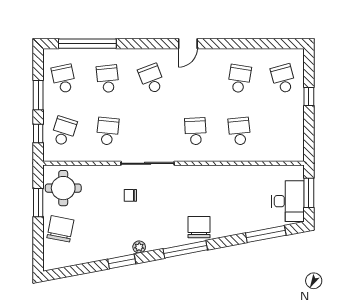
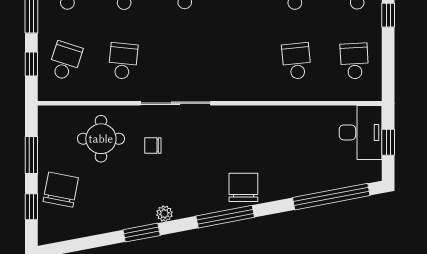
school desk: (195, 131) -> (354, 61), moved
round table: (63, 188) -> (101, 139), moved
window: (309, 193) -> (388, 142), width x0.67
desk: (288, 201) -> (361, 132), moved
window: (266, 234) -> (331, 197), width x1.46
window: (38, 242) -> (31, 207), added

